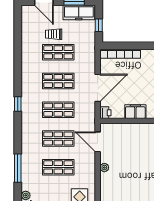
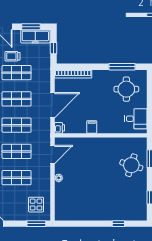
filing cabinet: (135, 112) -> (92, 127), width x0.50
door: (98, 142) -> (52, 154), swing flipped

